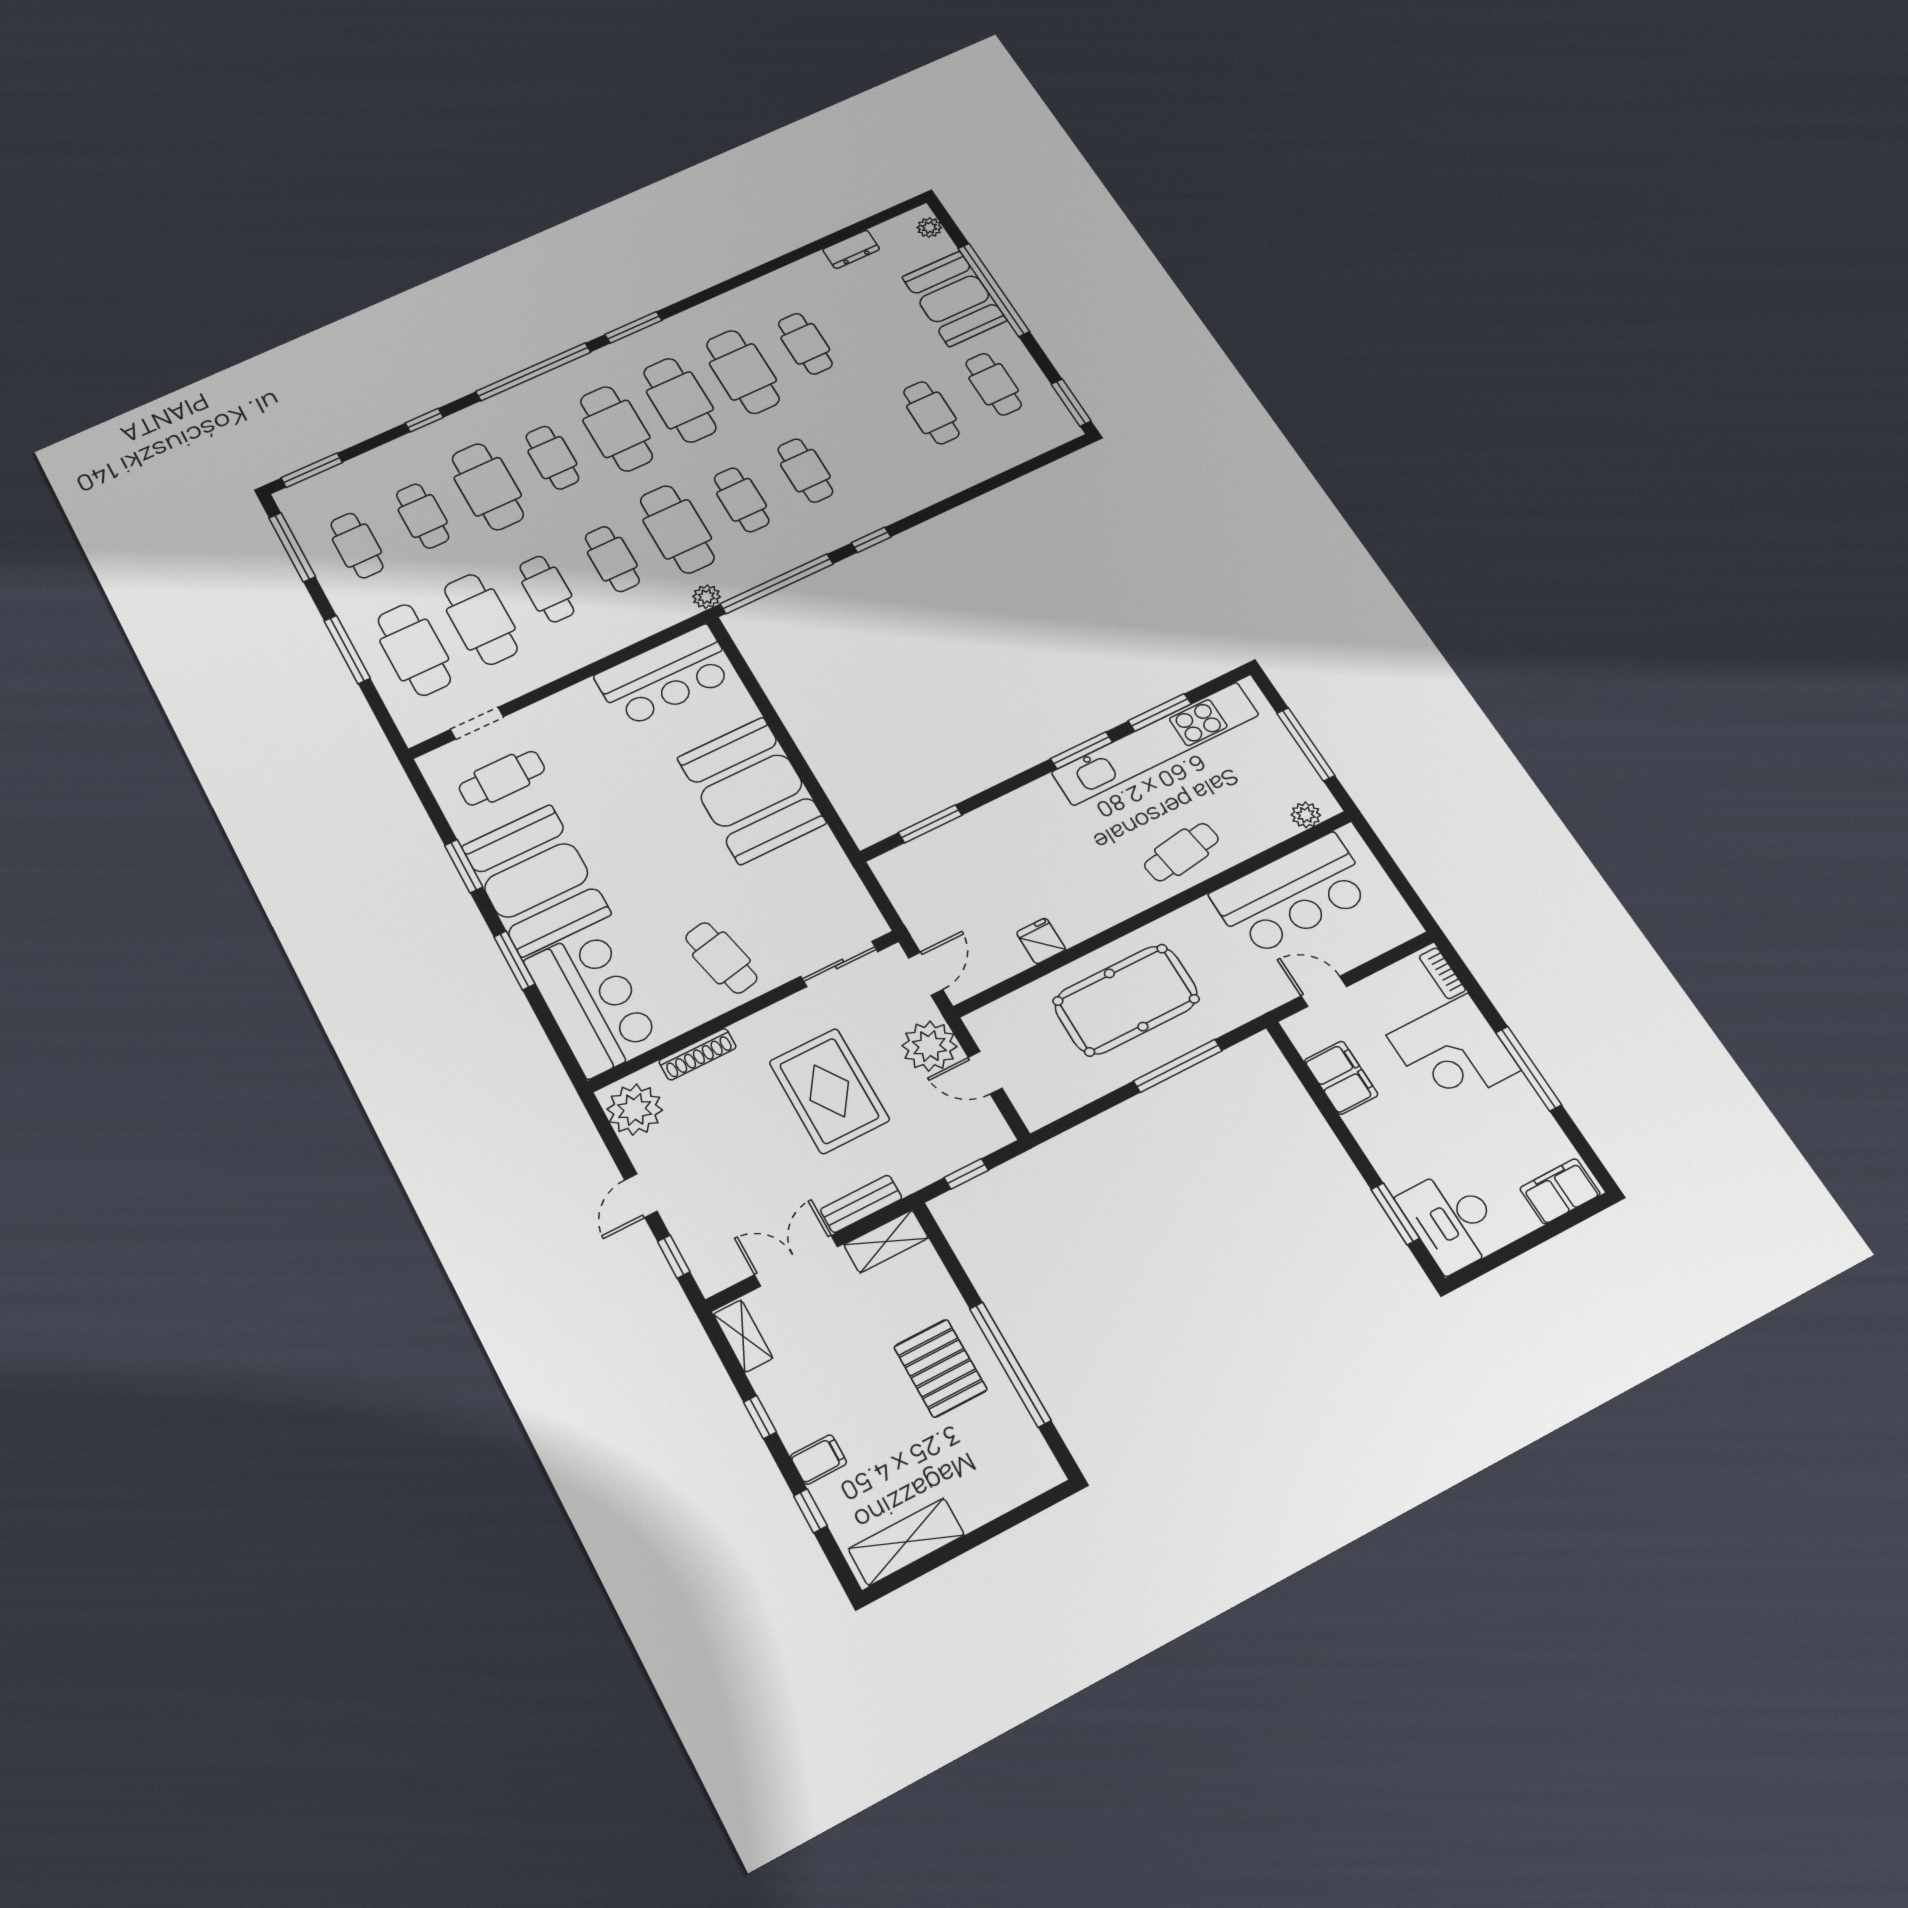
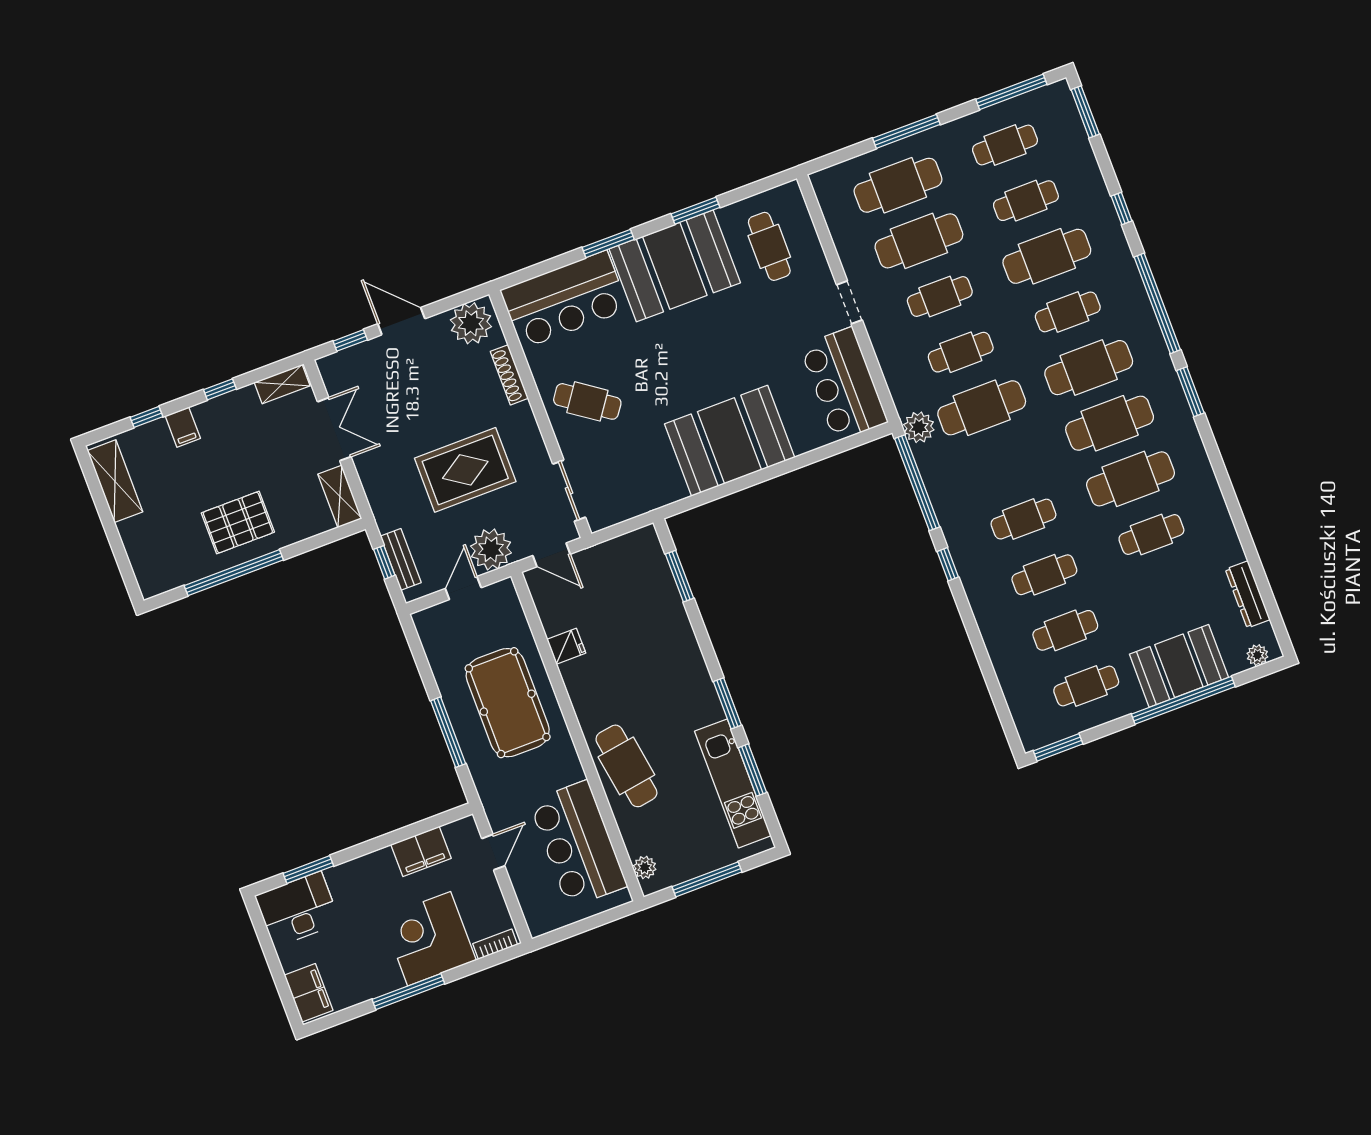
dresser: (851, 249) -> (1248, 594), width x1.44
cafe table: (742, 500) -> (1044, 575), moved
plant: (706, 597) -> (919, 427), width x1.38, depth x1.38
doorway: (477, 723) -> (849, 302), moved
kitchen unit: (1155, 744) -> (733, 783), width x0.73
cafe table: (1181, 852) -> (626, 766), width x1.37, depth x1.35
cafe table: (721, 958) -> (587, 401), turned 47
door: (641, 1196) -> (401, 321), width x1.38
bench: (861, 1204) -> (401, 559), moved

